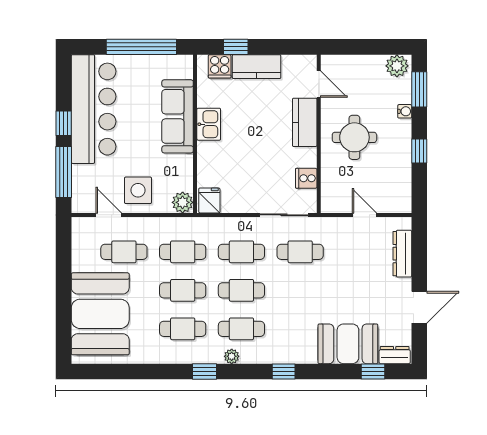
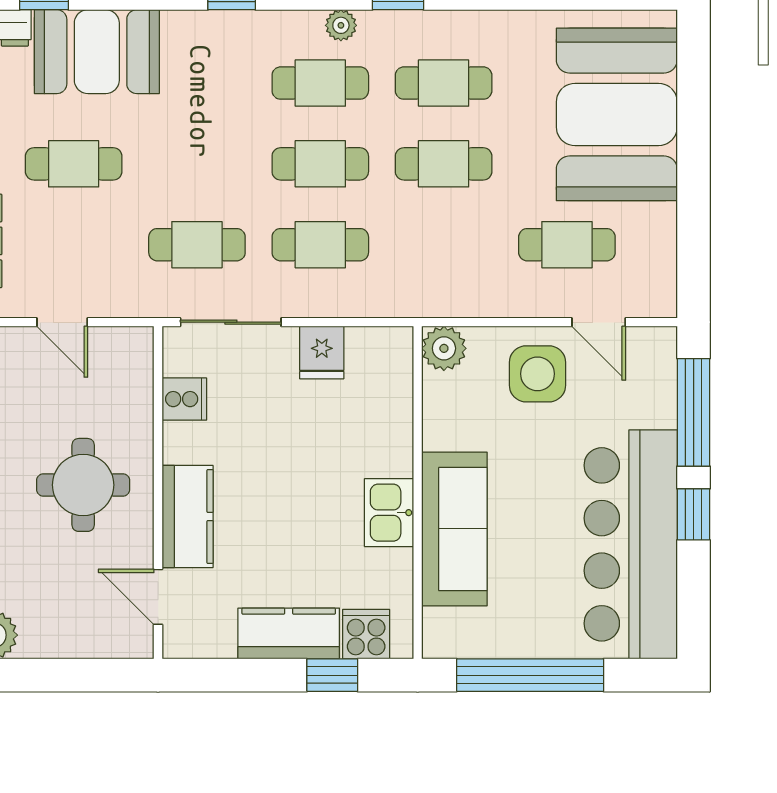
fridge: (209, 200) -> (322, 352), moved
cafe table: (183, 252) -> (74, 164), moved

